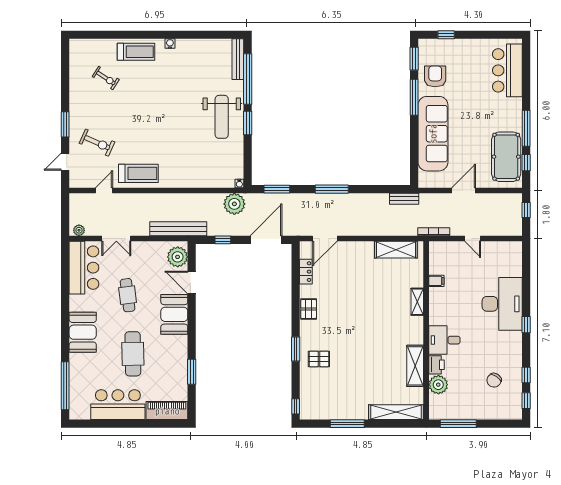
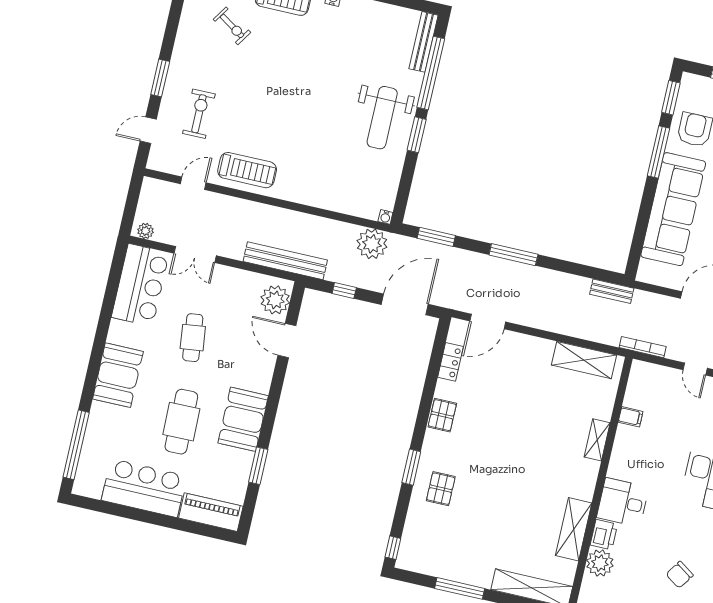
exercise bike: (97, 143) -> (199, 114), turned -114
booth: (174, 314) -> (243, 419), moved
pallet: (319, 359) -> (441, 489), turned 90

